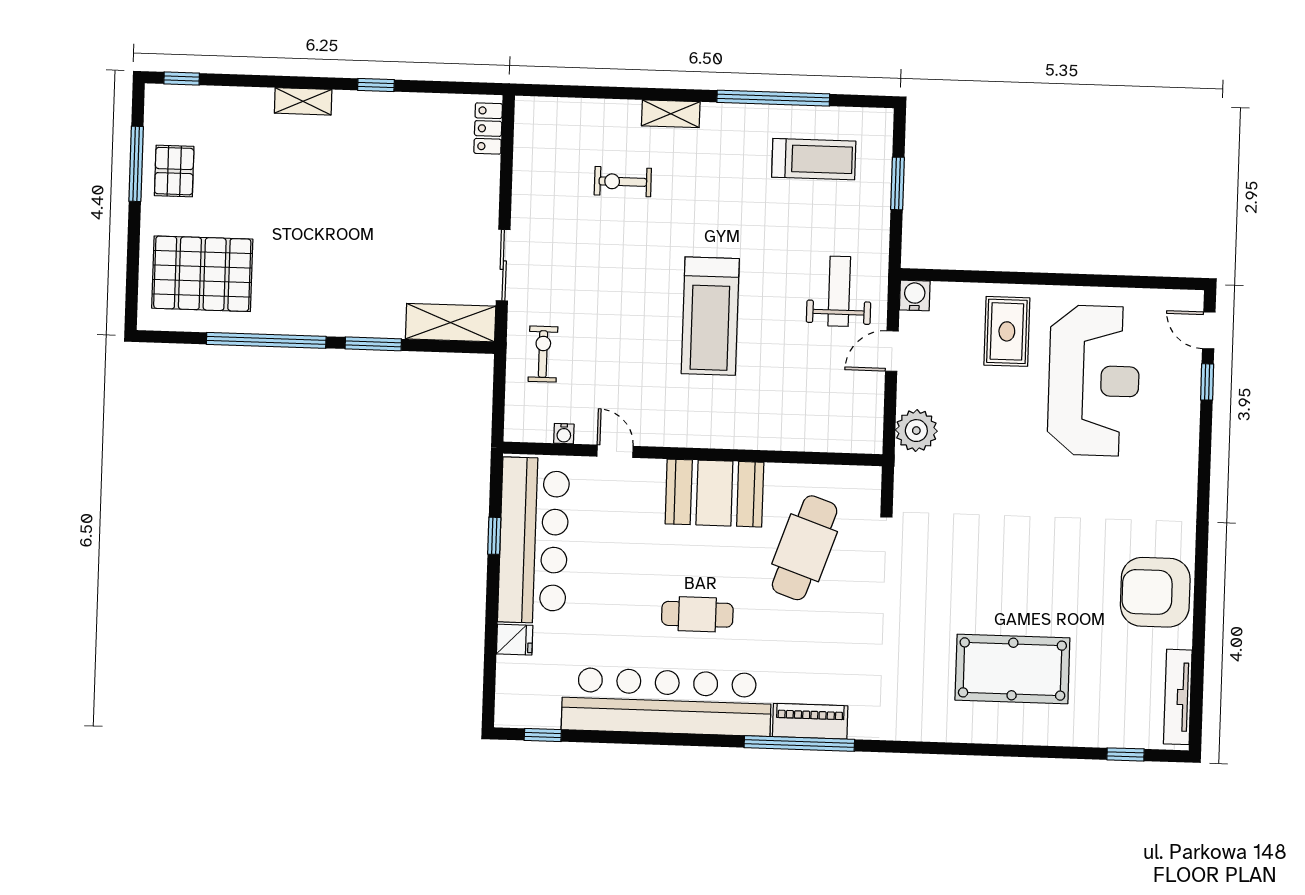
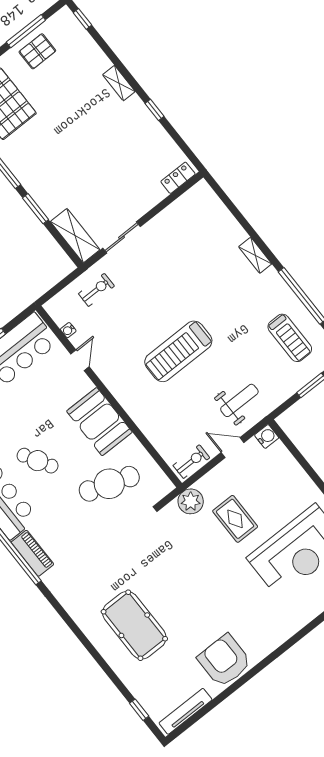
exercise bike: (623, 182) -> (191, 462), moved, turned 90
rug: (1007, 331) -> (235, 519), moved, turned 90
plant: (916, 431) -> (191, 501), moved
cafe table: (697, 614) -> (38, 461), turned -30

